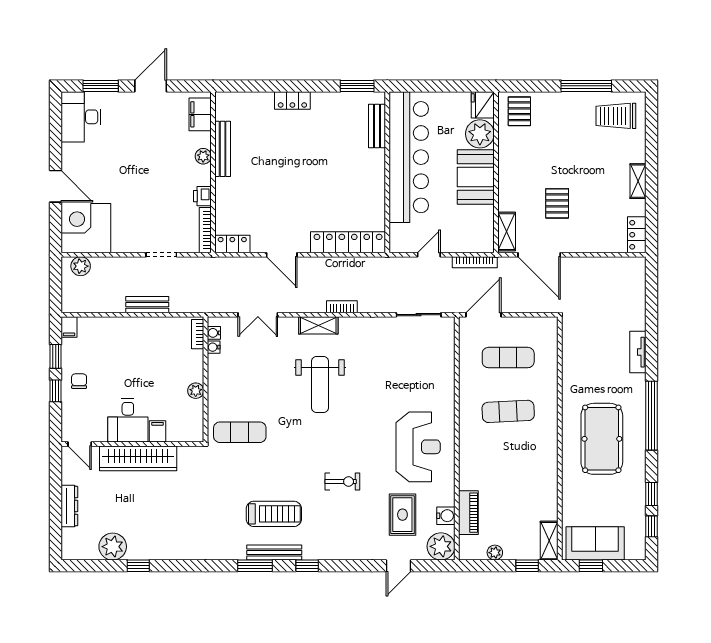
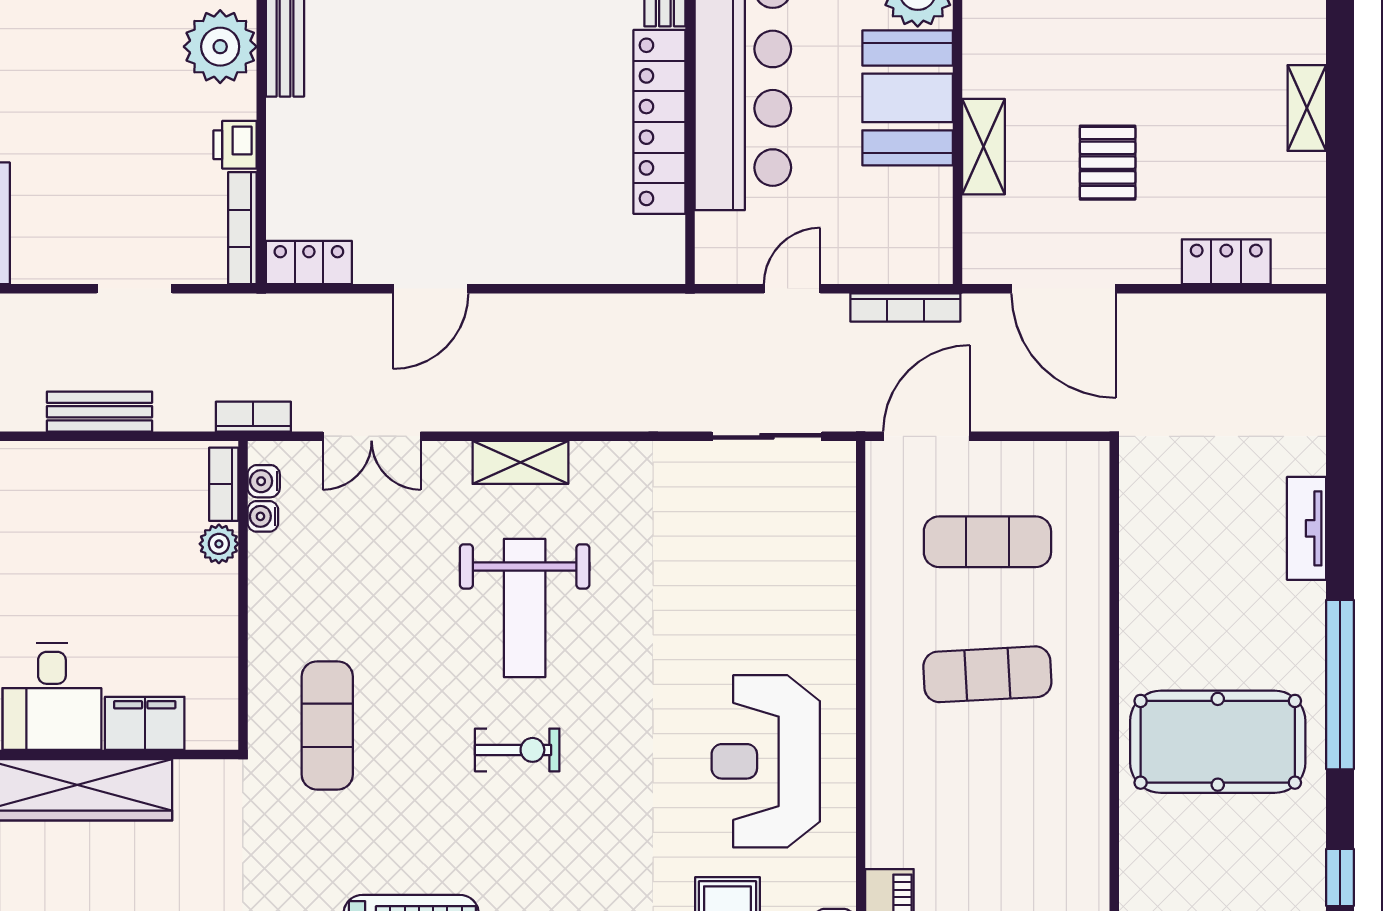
plant: (203, 156) -> (220, 47), width x1.88, depth x1.88
shelving: (507, 232) -> (983, 147), moved
locker: (637, 235) -> (1226, 262), moved, turned 90
locker: (348, 242) -> (659, 122), moved, turned -90
door: (282, 255) -> (431, 289), hinge flipped
bookcase: (342, 307) -> (253, 417), moved
plant: (196, 391) -> (219, 544), moved
filing cabinet: (157, 431) -> (145, 723), width x2.00
exercise mat: (240, 432) -> (327, 725), turned 90
pool table: (602, 439) -> (1218, 742), turned 90
reception desk: (418, 447) -> (766, 761), turned 180
exercise bike: (342, 482) -> (517, 750), moved

